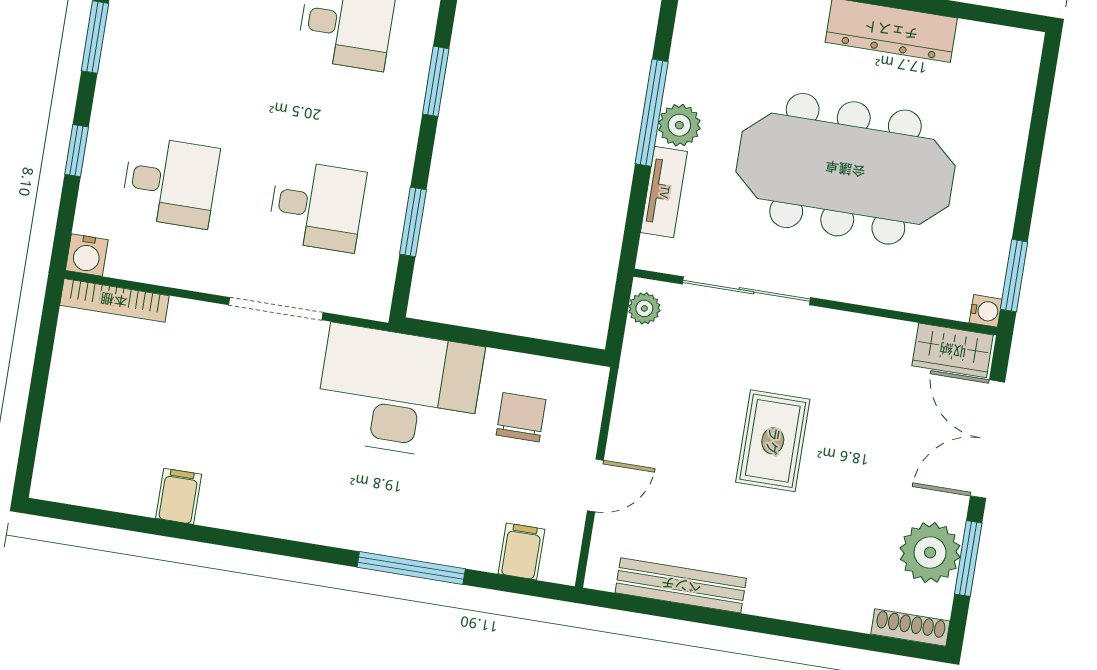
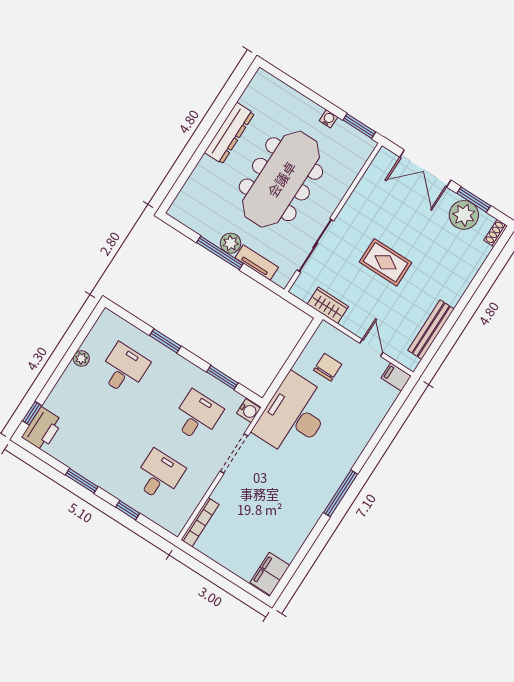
water cooler: (87, 255) -> (249, 411), moved
plant: (644, 308) -> (304, 293), removed
water cooler: (986, 311) -> (328, 119), moved
wardrobe: (953, 350) -> (328, 305), moved, turned -90
chair: (521, 417) -> (328, 367), turned 90
filing cabinet: (179, 496) -> (270, 574), moved, width x2.00
filing cabinet: (521, 551) -> (396, 377), moved
window: (411, 568) -> (341, 493), moved
shoe rack: (910, 628) -> (496, 233), width x0.70

